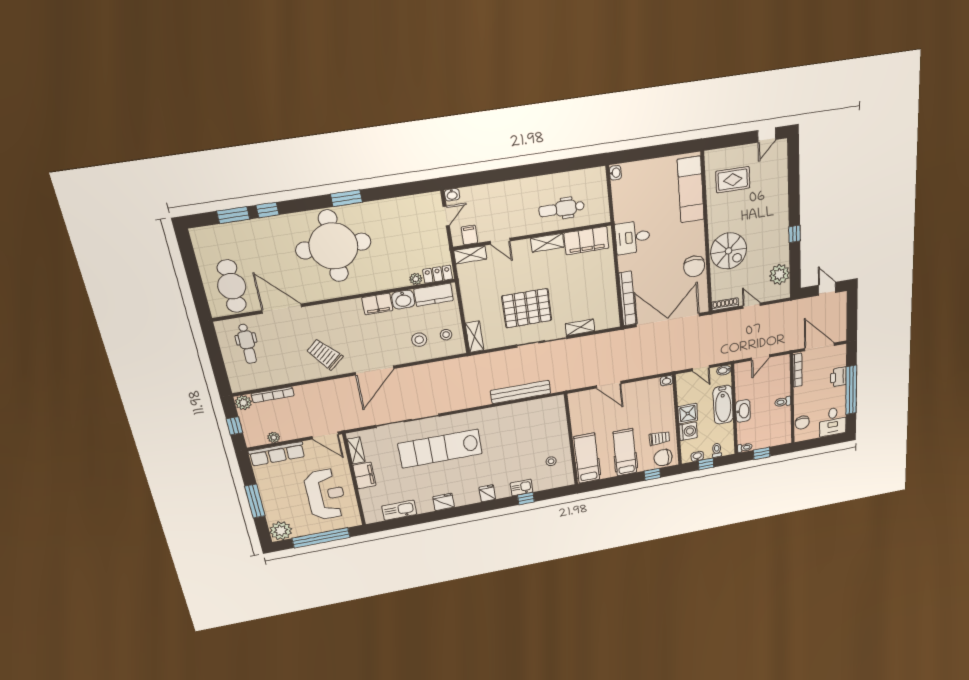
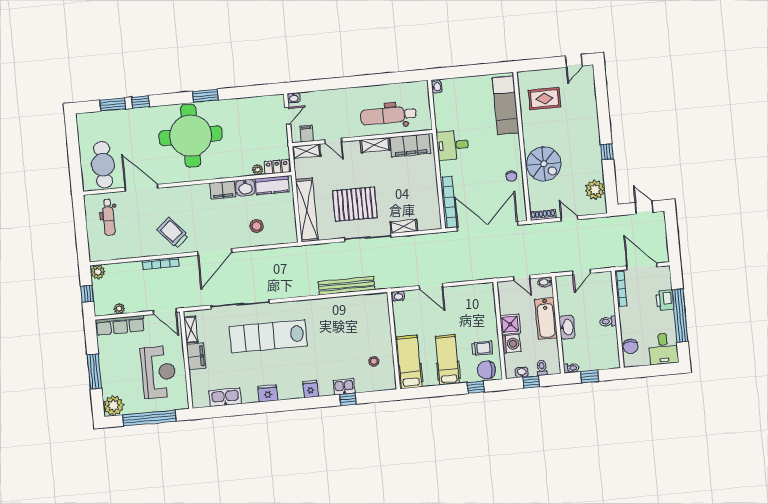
dental chair: (562, 209) -> (388, 115), width x1.36, depth x1.38
chair: (694, 266) -> (511, 176), width x0.54, depth x0.54
stool: (446, 335) -> (281, 223), removed
shelving: (475, 337) -> (307, 210), width x2.20, depth x1.33
washbasin: (666, 381) -> (398, 296), moved
bookcase: (273, 395) -> (161, 263), moved

